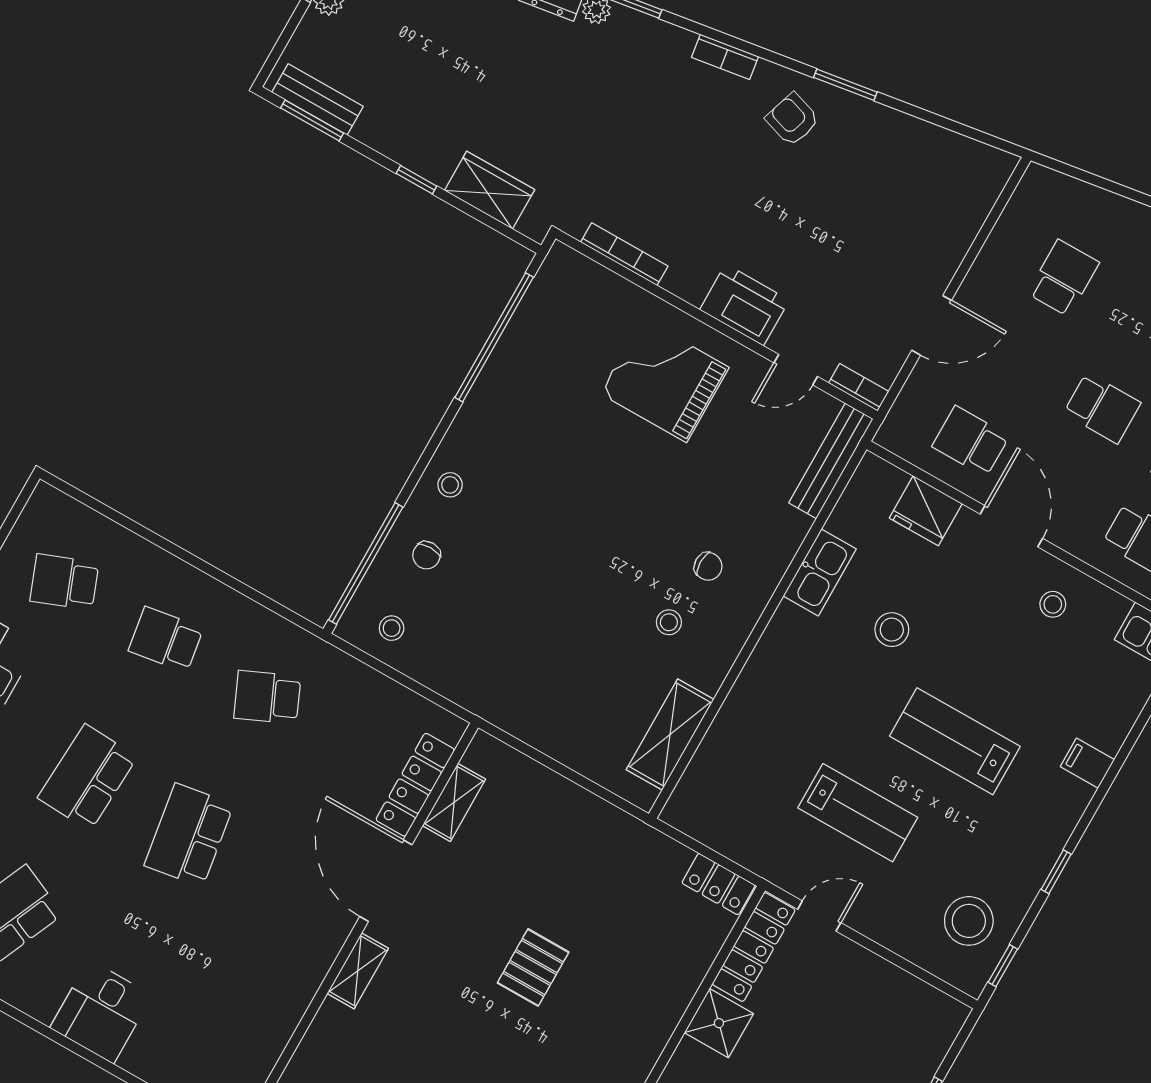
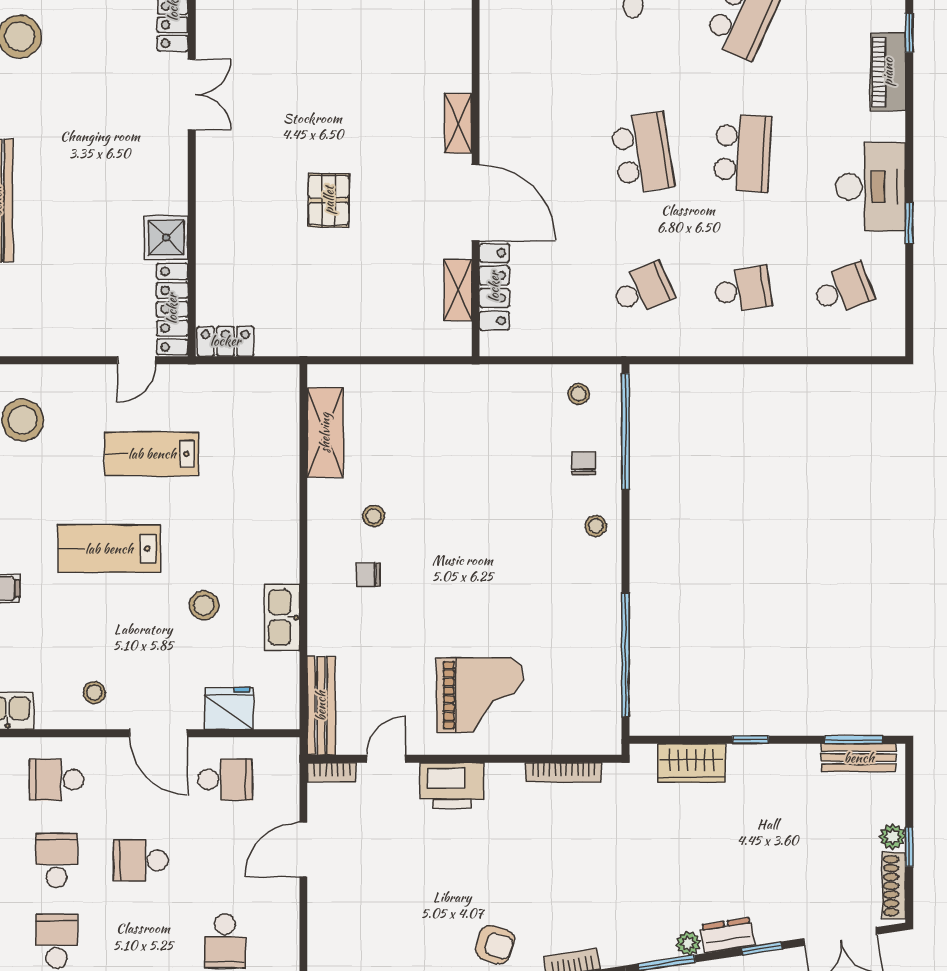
lab bench: (955, 741) -> (109, 549), turned 180

